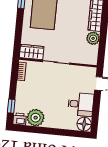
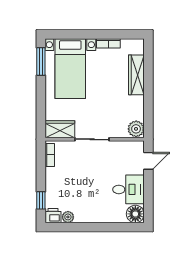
plant: (93, 38) -> (136, 129), moved
plant: (36, 118) -> (68, 217), width x0.53, depth x0.53

